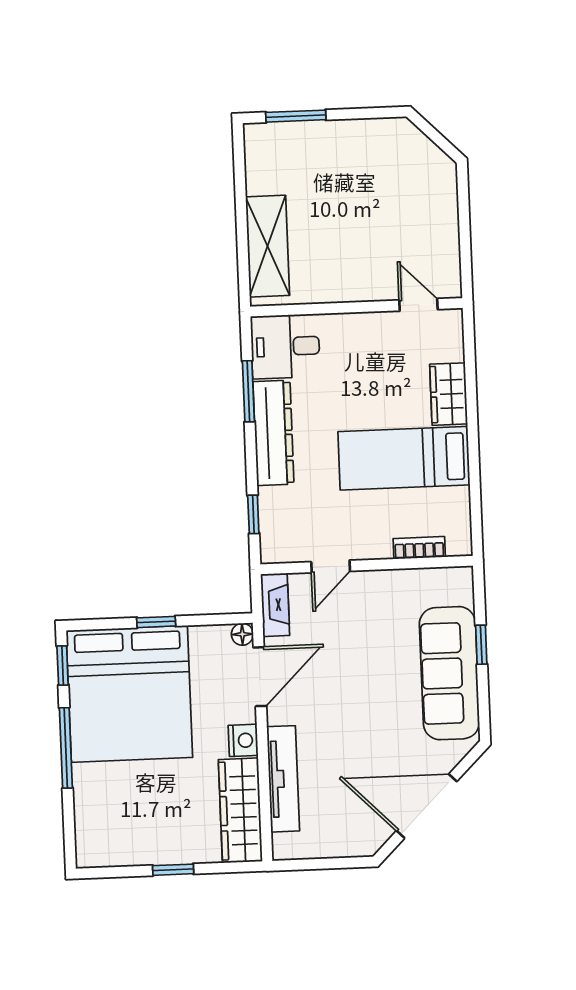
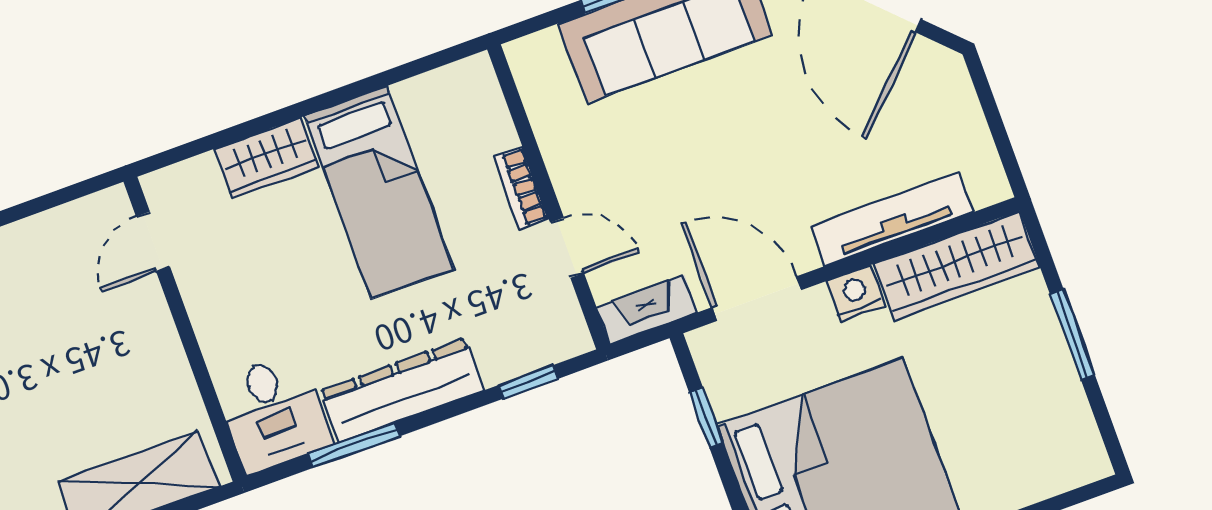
bookcase: (419, 548) -> (521, 188), moved
window: (156, 622) -> (706, 418), moved
floor lamp: (242, 634) -> (704, 343), removed
window: (173, 870) -> (1072, 335), width x1.50

